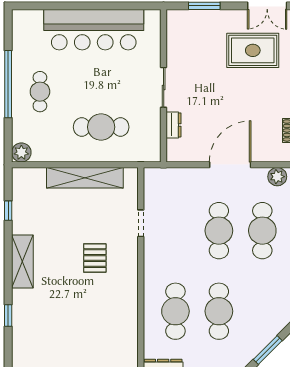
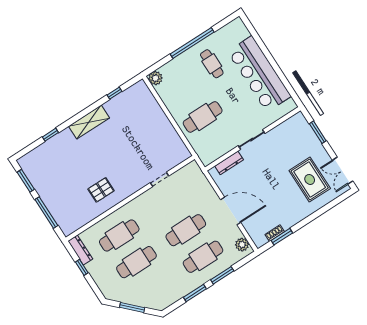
cafe table: (40, 92) -> (212, 64), moved, turned 90
dresser: (174, 125) -> (229, 163), width x1.44
cafe table: (101, 127) -> (203, 117), turned 90
shelving: (85, 178) -> (165, 127), removed
pallet: (95, 258) -> (101, 190), moved

